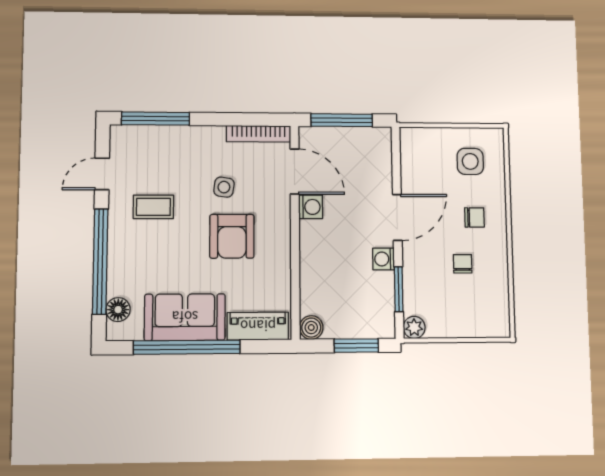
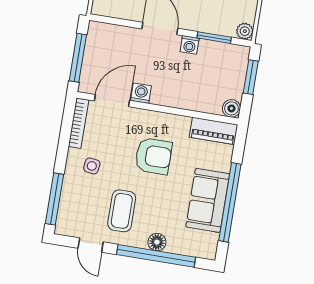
side table: (224, 187) -> (92, 166), moved
coffee table: (153, 207) -> (122, 211), width x1.36, depth x1.30
floor lamp: (118, 310) -> (157, 242), moved
piano: (258, 326) -> (213, 131), moved, turned -90

